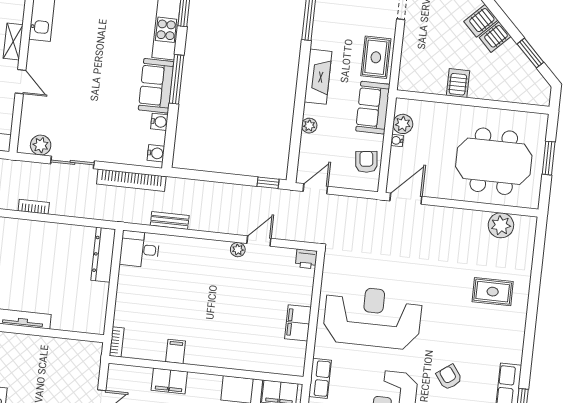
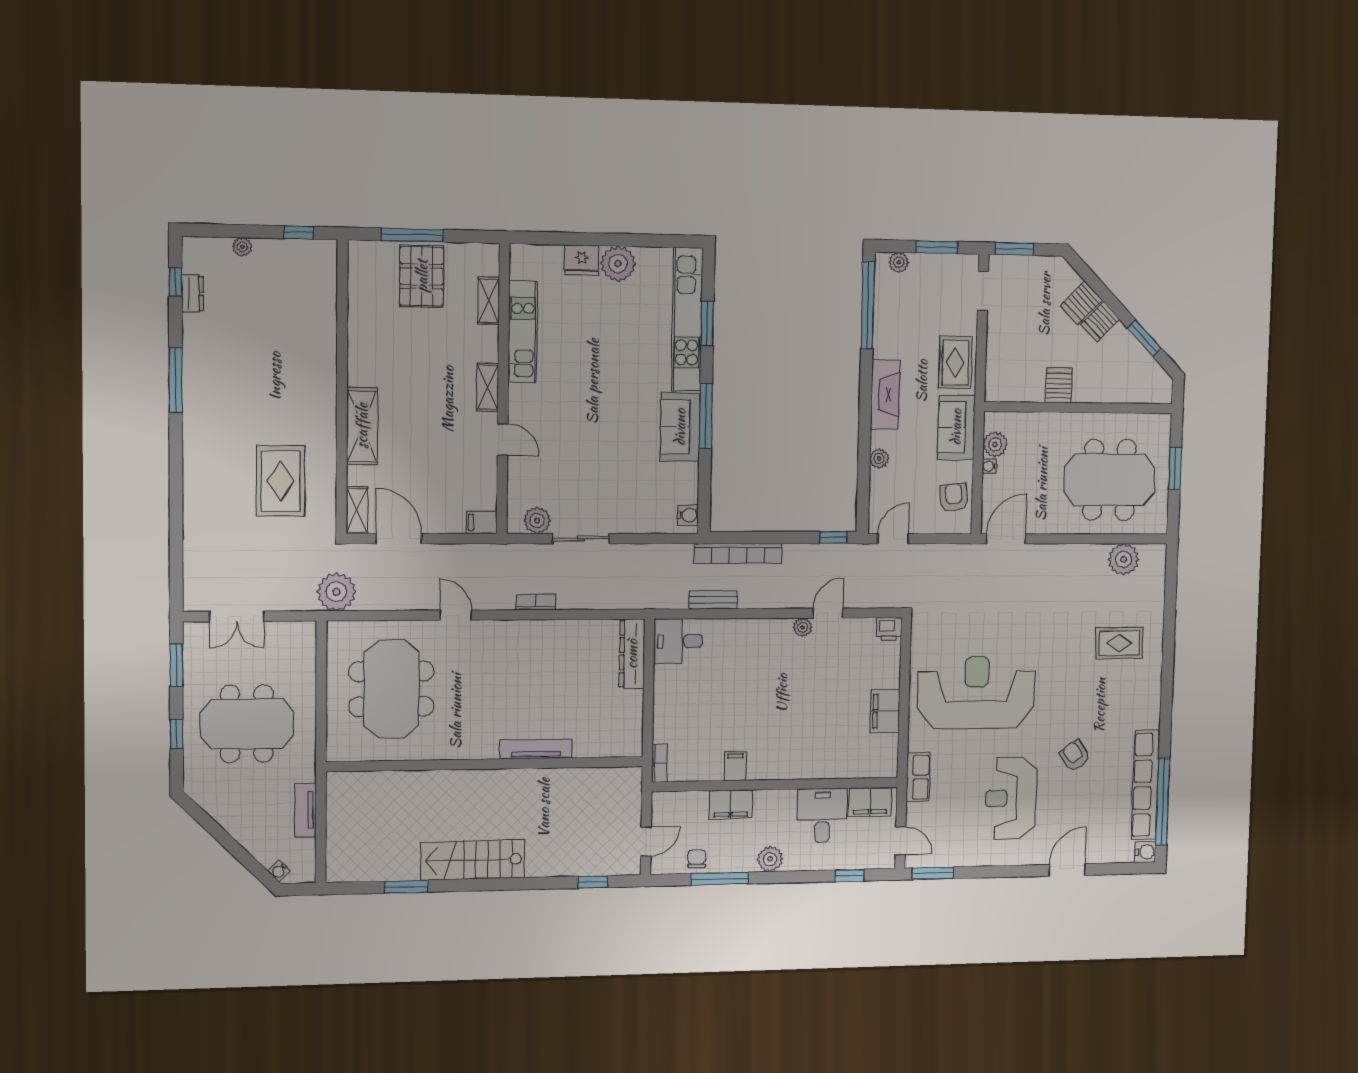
water cooler: (159, 122) -> (689, 474), removed
bookcase: (131, 180) -> (738, 553), moved

